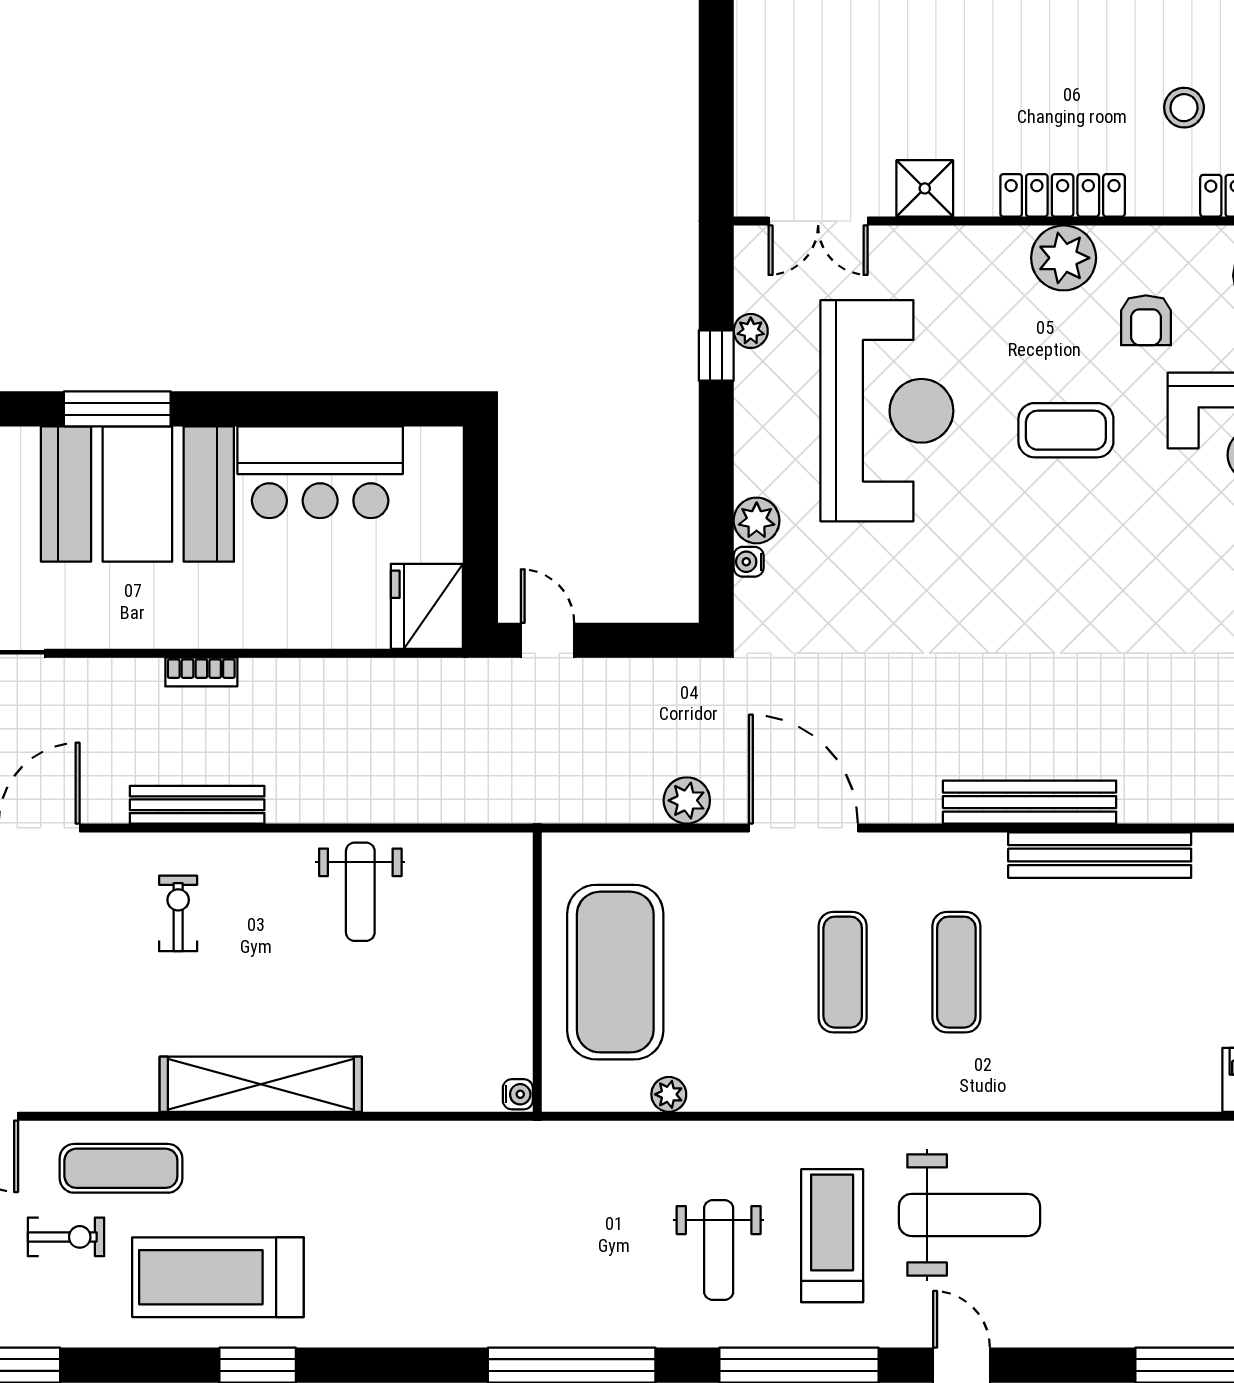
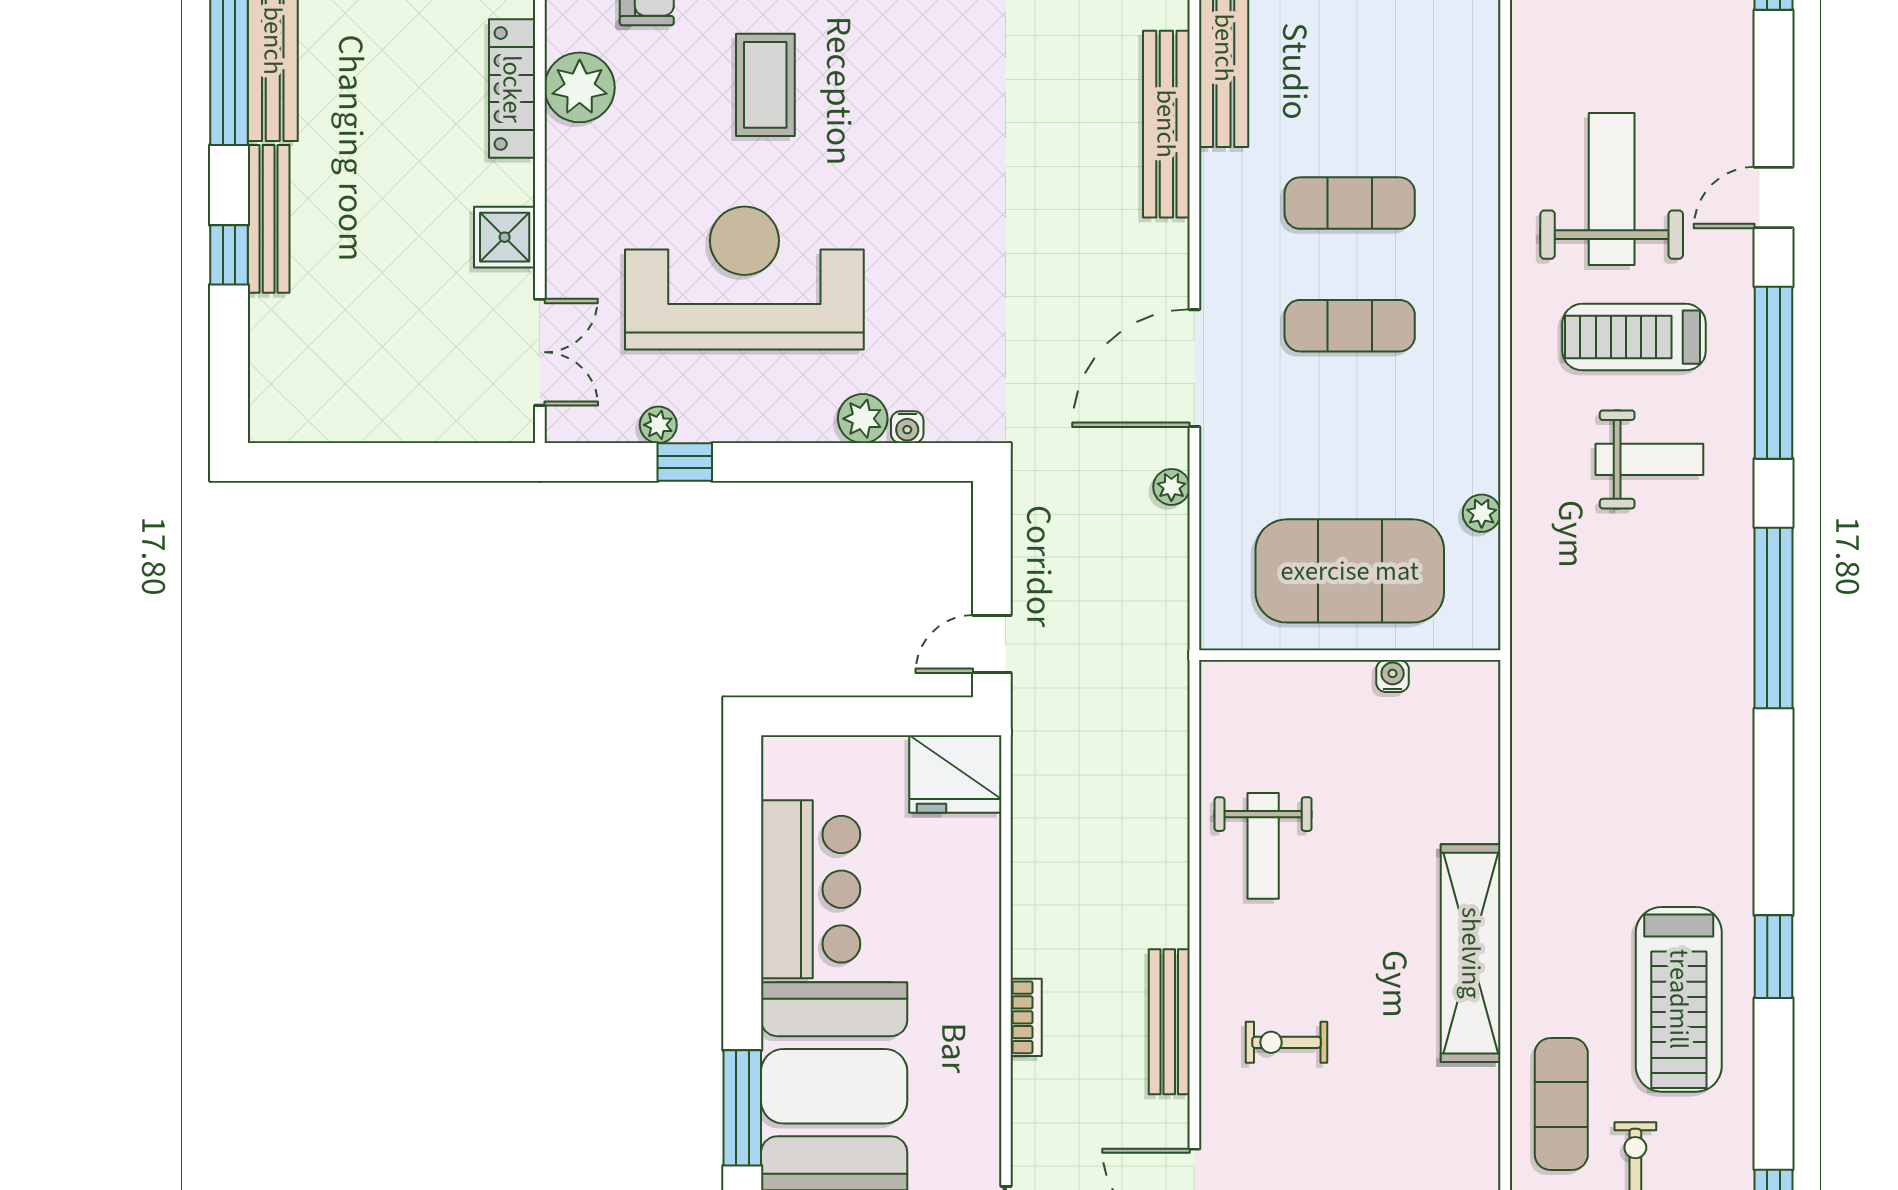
plant: (687, 800) -> (1171, 487), width x0.73, depth x0.73
weight bench: (360, 892) -> (1263, 846), turned 90
water cooler: (518, 1094) -> (1393, 676), moved

